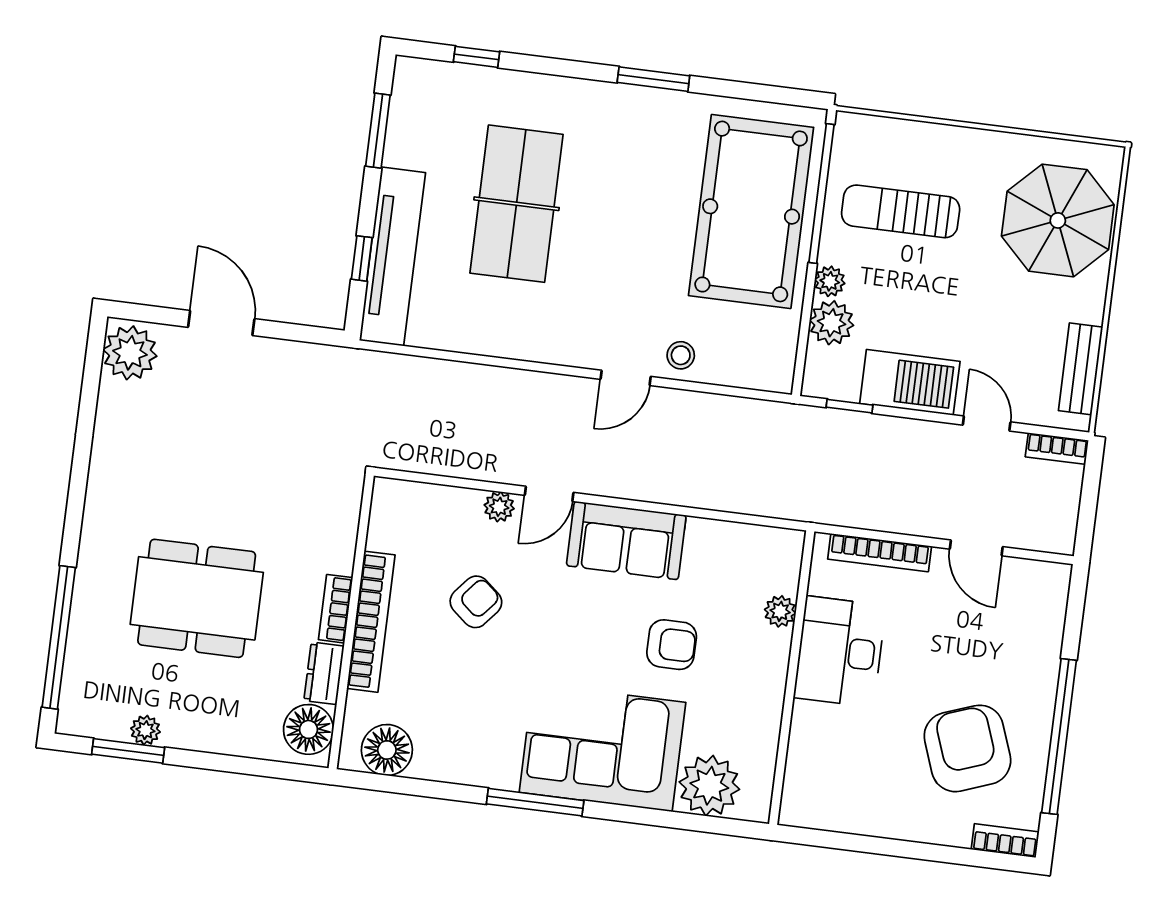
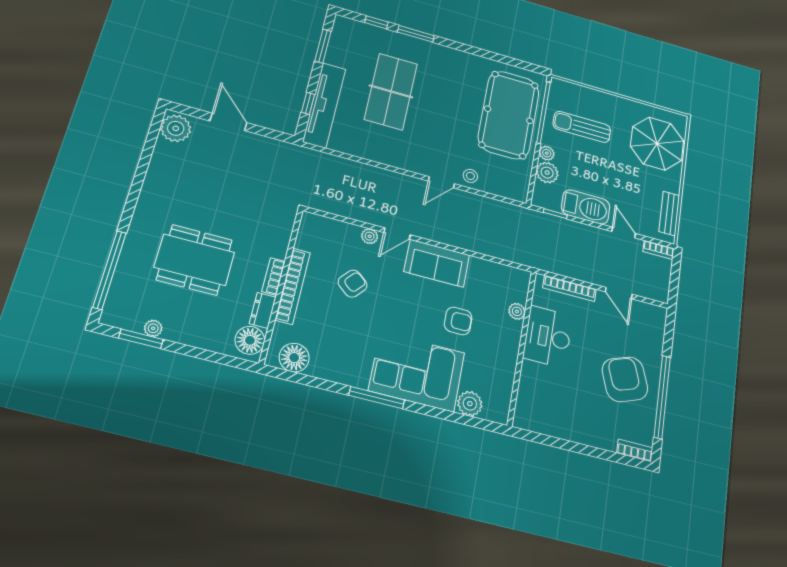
window: (653, 79) -> (416, 34), moved
armchair: (967, 748) -> (625, 379), moved
plant: (709, 786) -> (470, 404), width x0.73, depth x0.73

